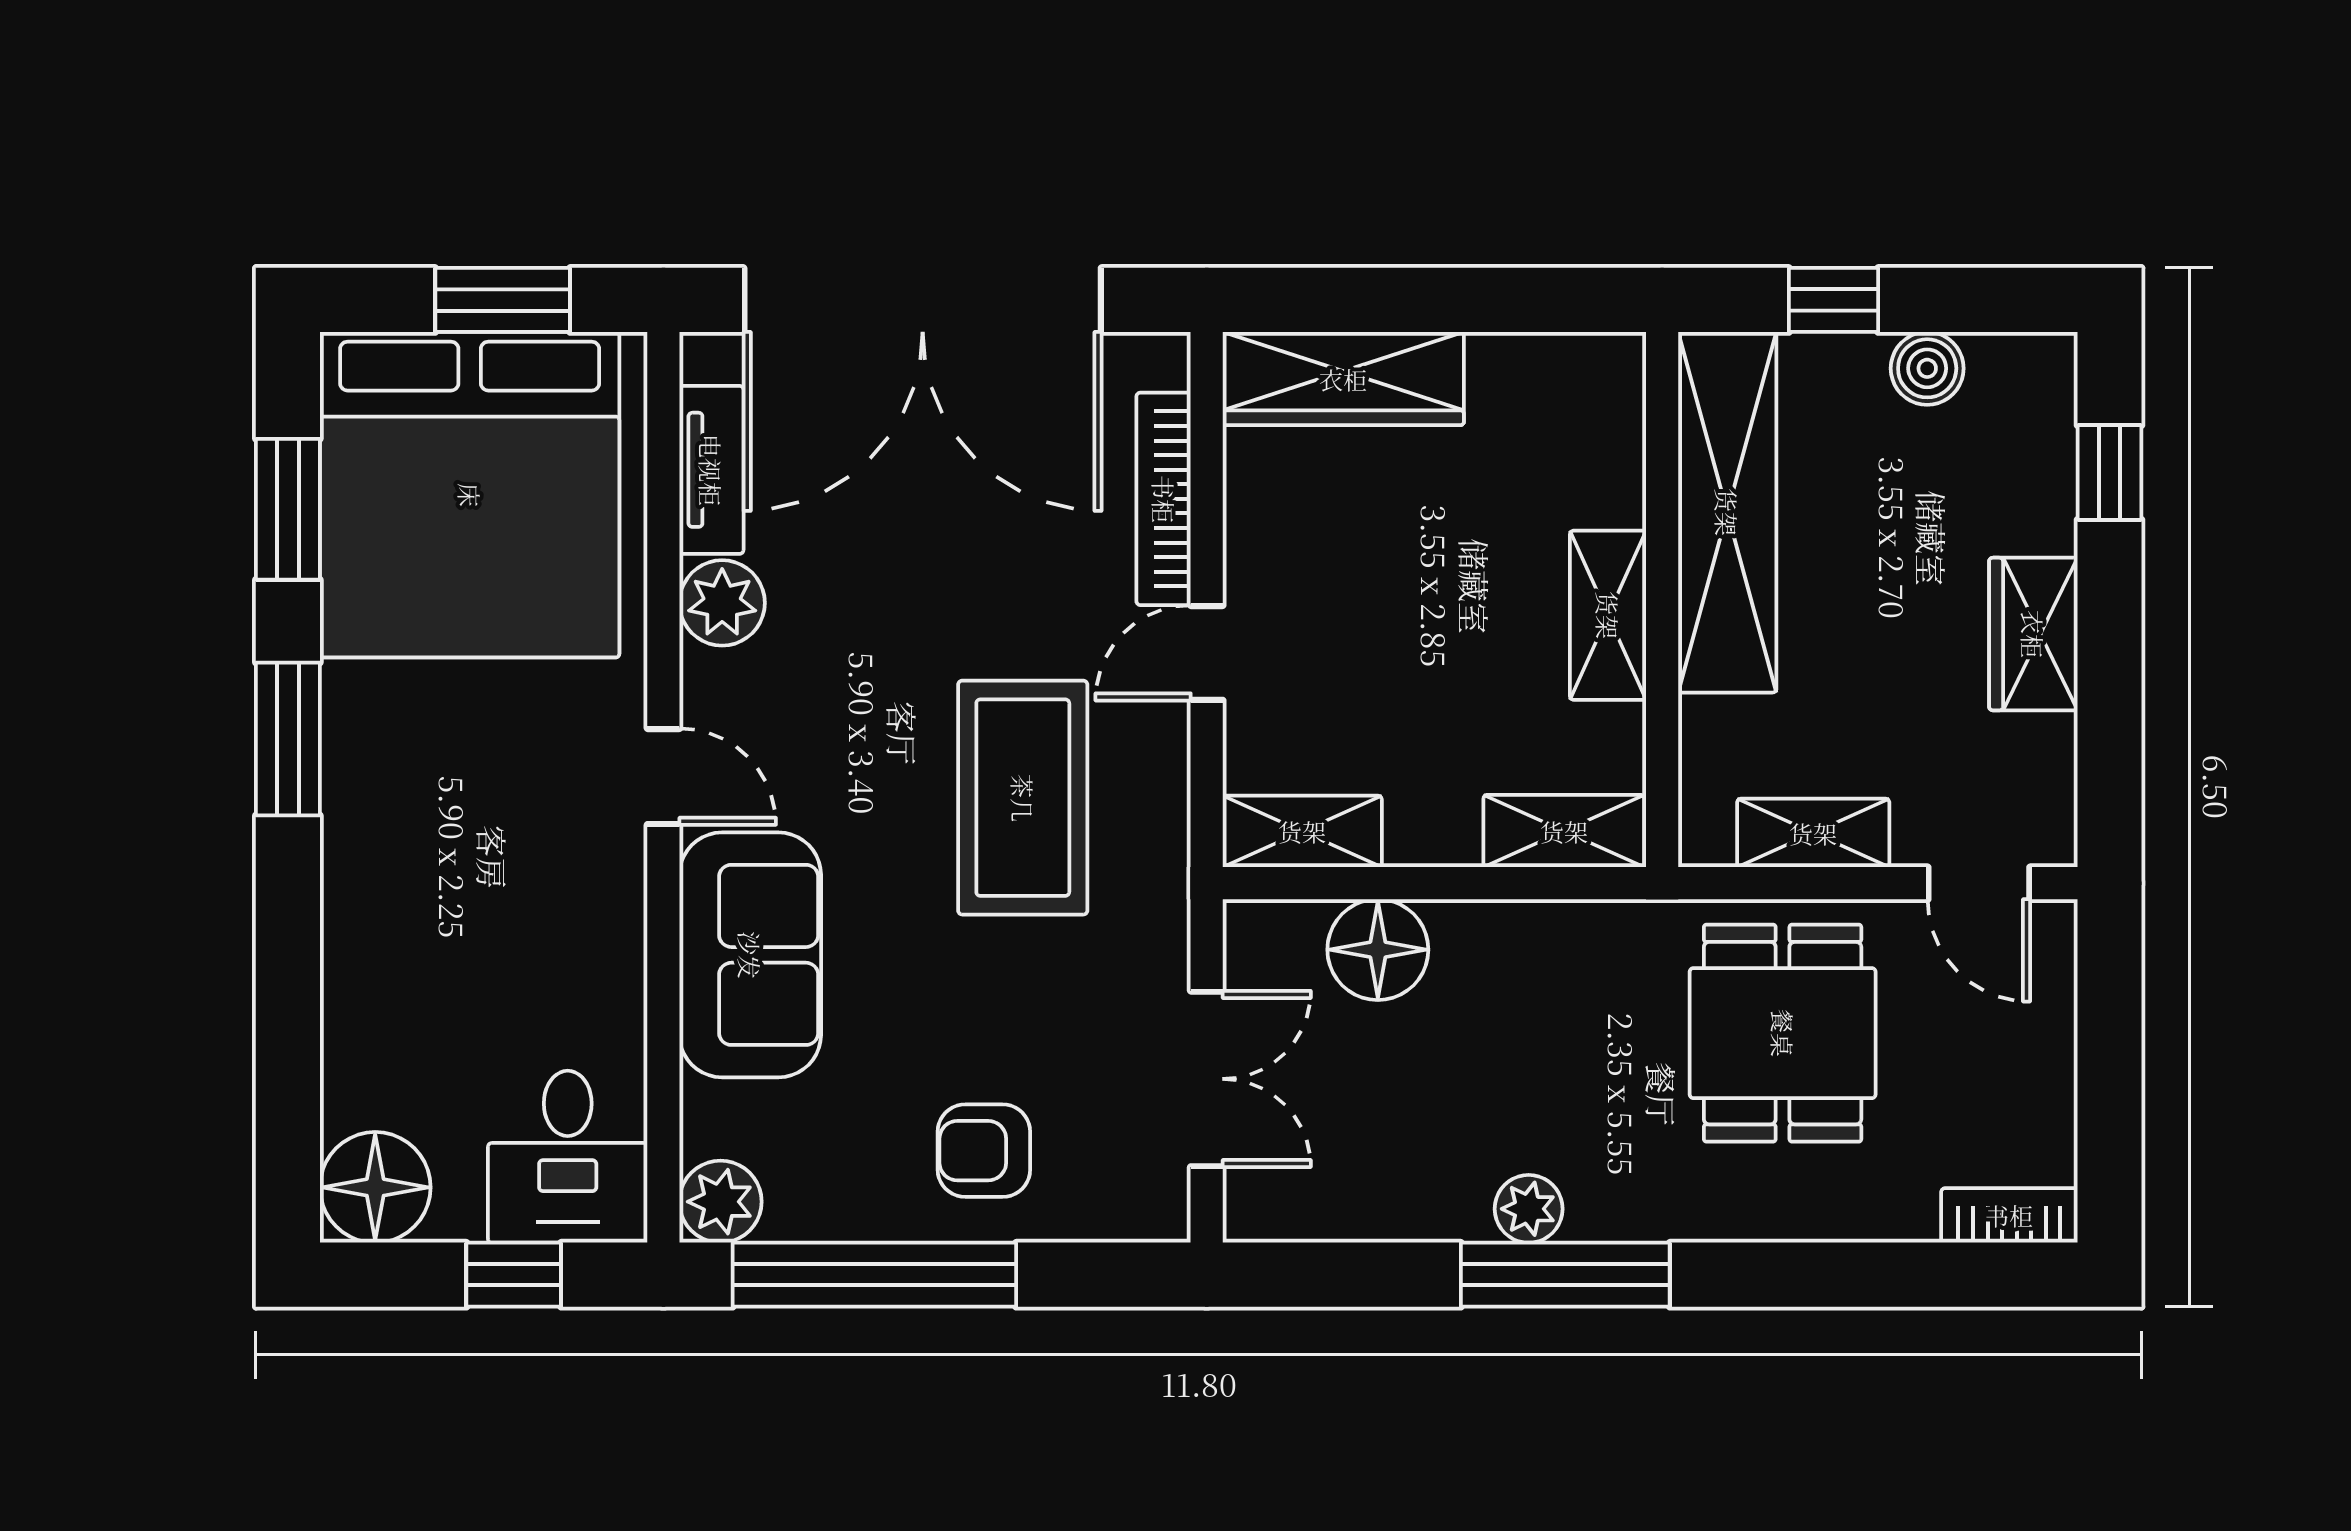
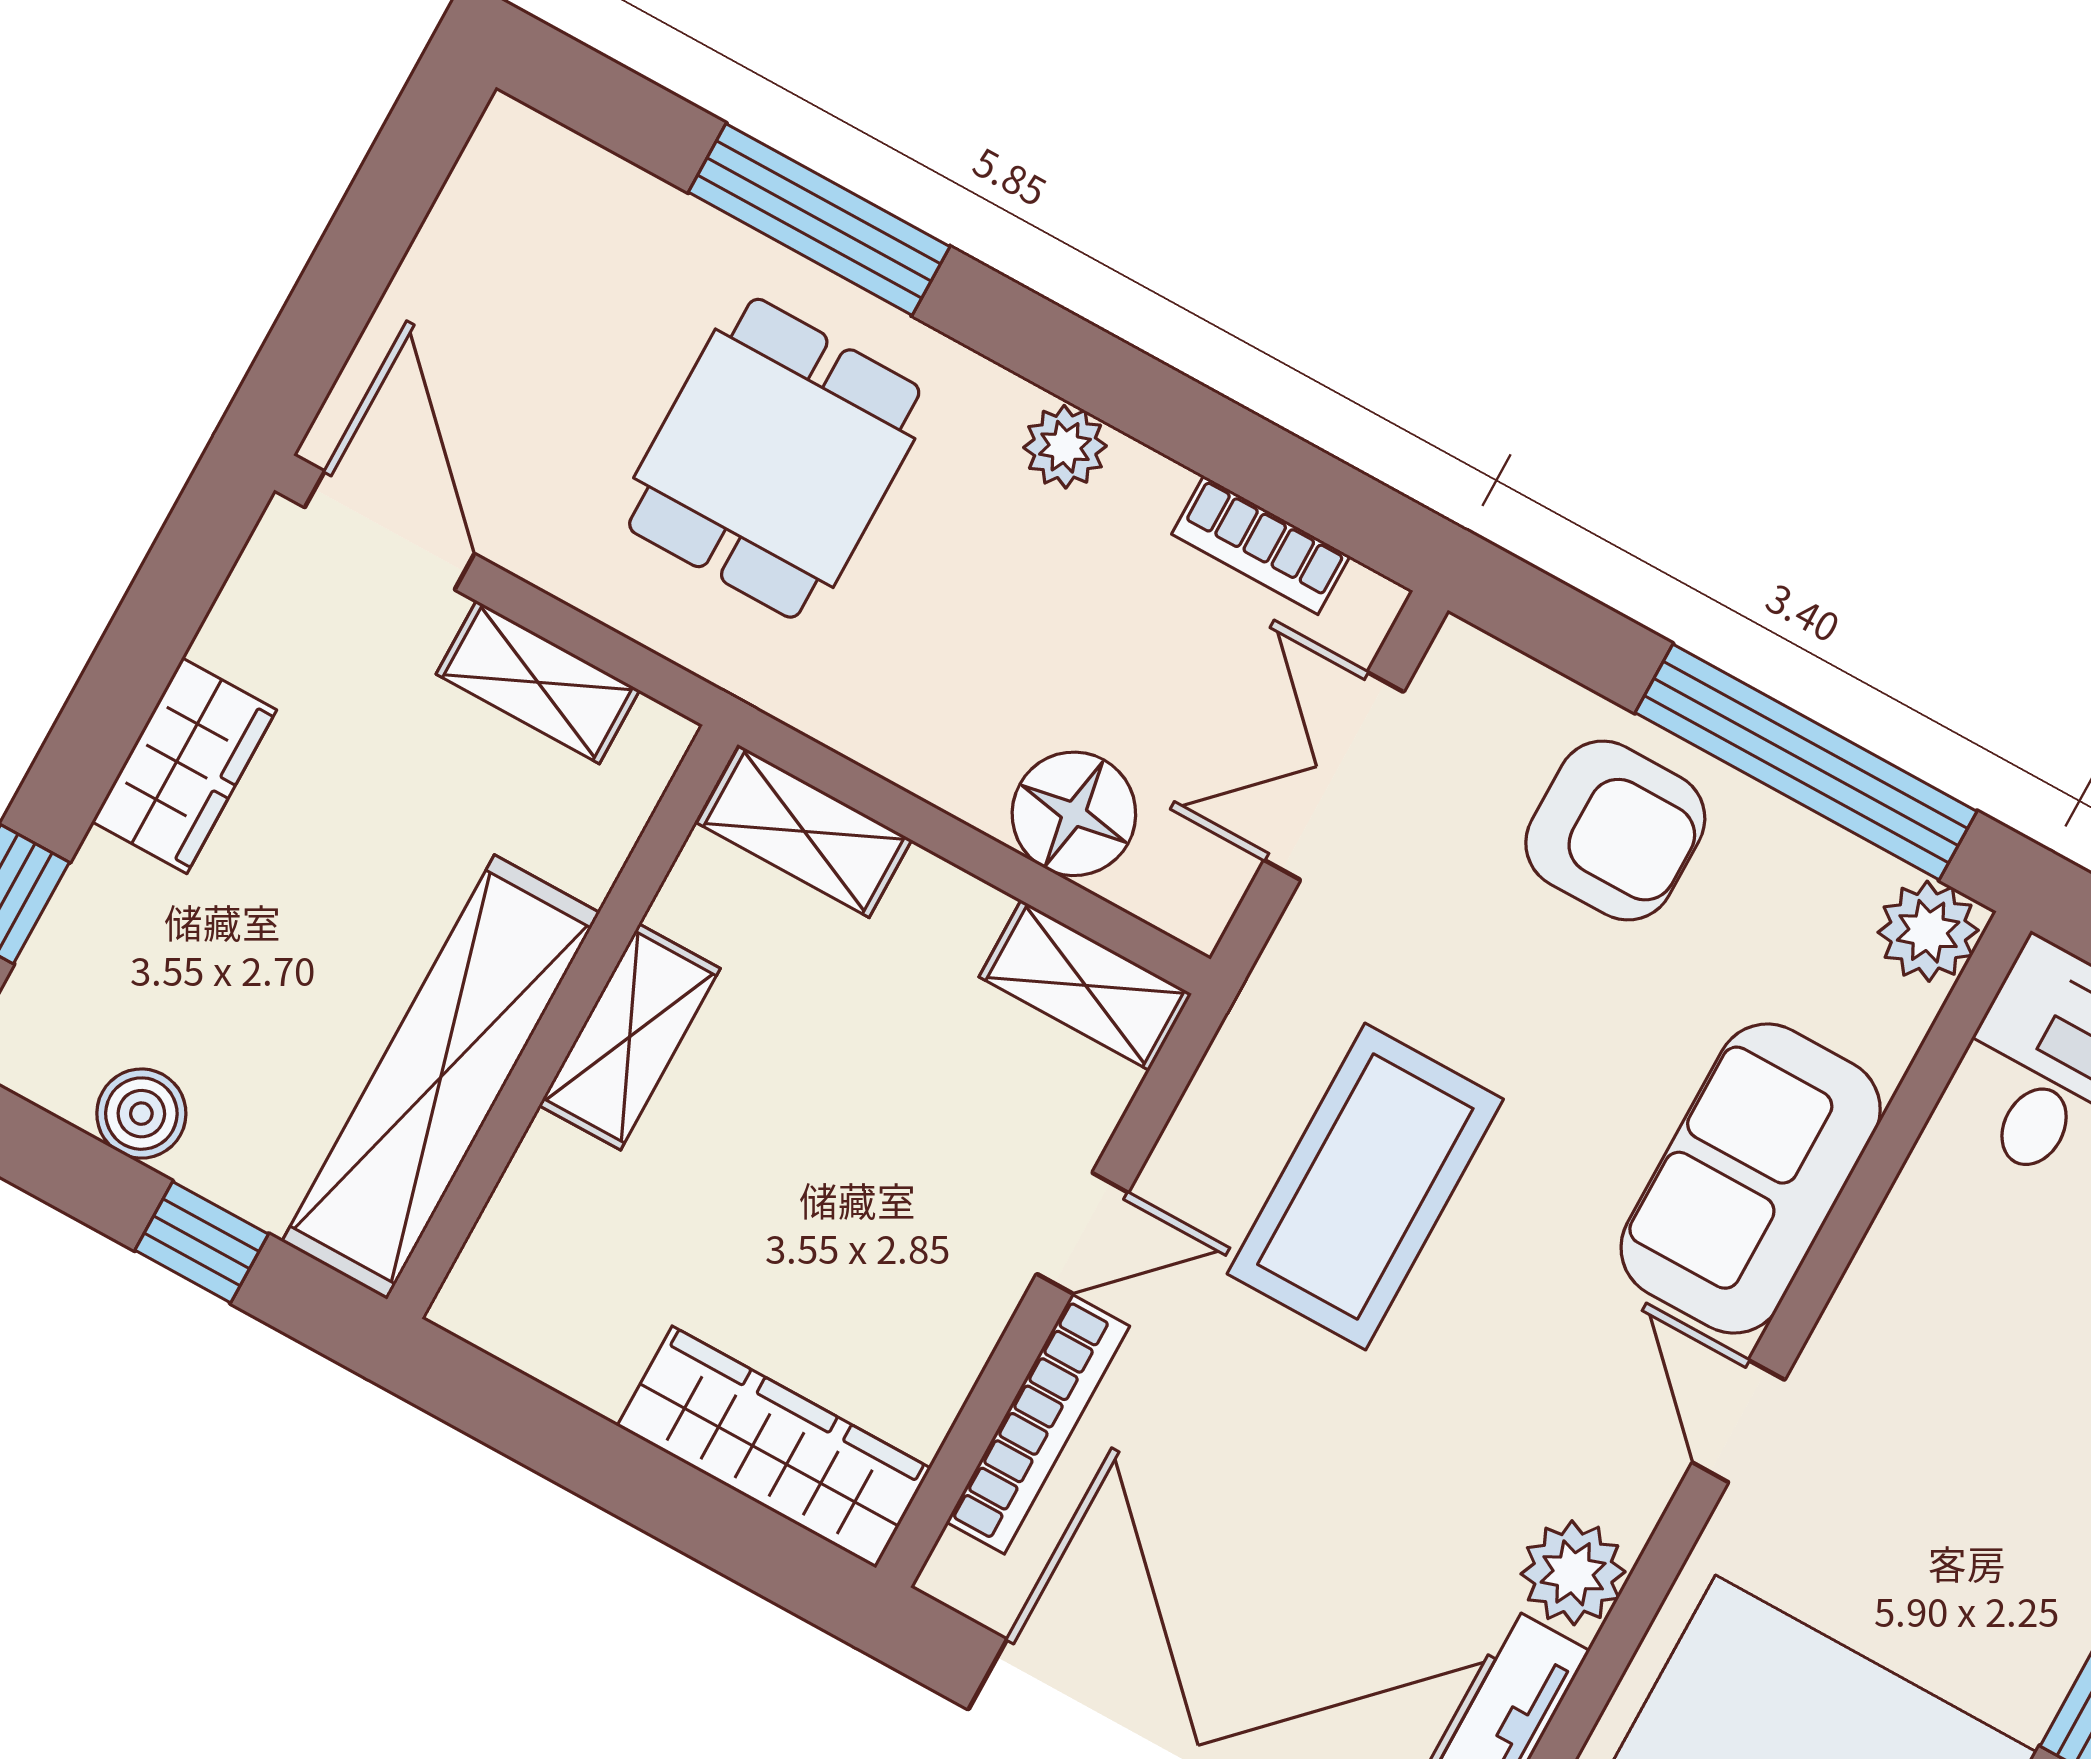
door: (1979, 883) -> (390, 531), width x1.38
dining table: (1783, 1033) -> (774, 458), moved
armchair: (984, 1151) -> (1615, 831), width x1.38, depth x1.38
bookcase: (2009, 1215) -> (1261, 545), moved
window: (1565, 1275) -> (819, 219), moved

